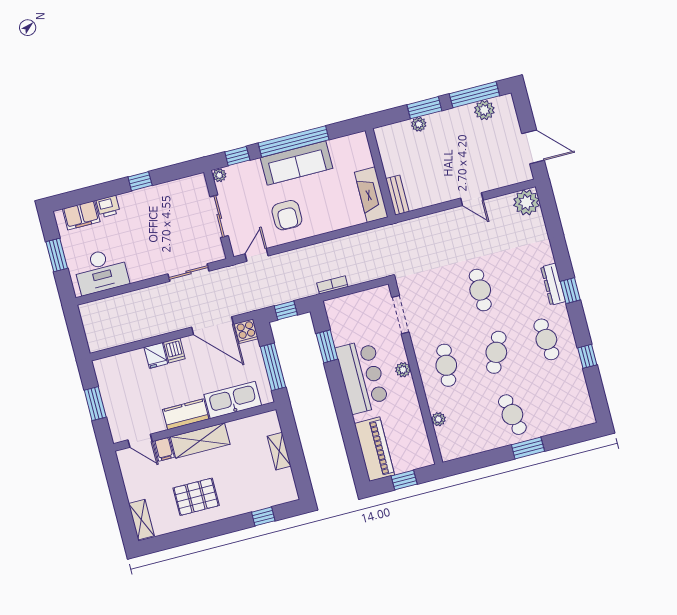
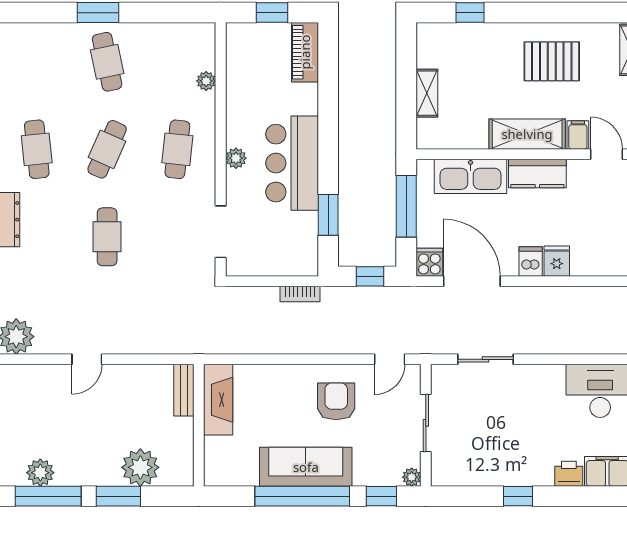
plant: (419, 124) -> (140, 467), width x1.88, depth x1.88
door: (472, 199) -> (87, 359), swing flipped
piano: (374, 449) -> (305, 52), width x0.73, depth x0.75

